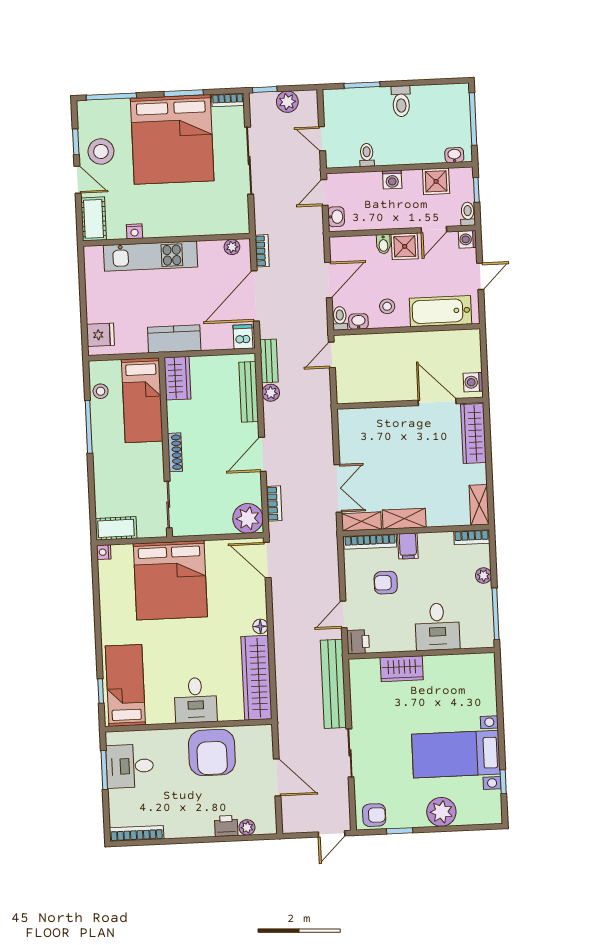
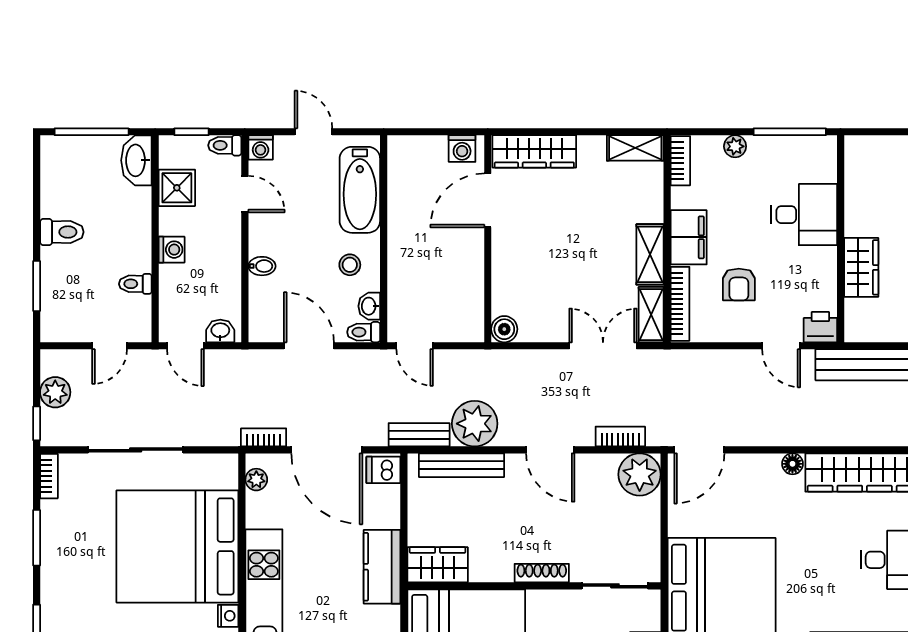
bed: (172, 139) -> (177, 546), moved, turned 180
washbasin: (454, 155) -> (136, 160), width x1.91, depth x1.45
shower: (405, 246) -> (267, 236), removed
plant: (271, 393) -> (475, 424), width x1.88, depth x1.88
boiler: (346, 418) -> (504, 329), added
filing cabinet: (408, 546) -> (689, 237), width x2.00

